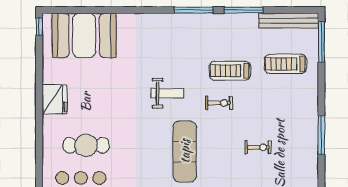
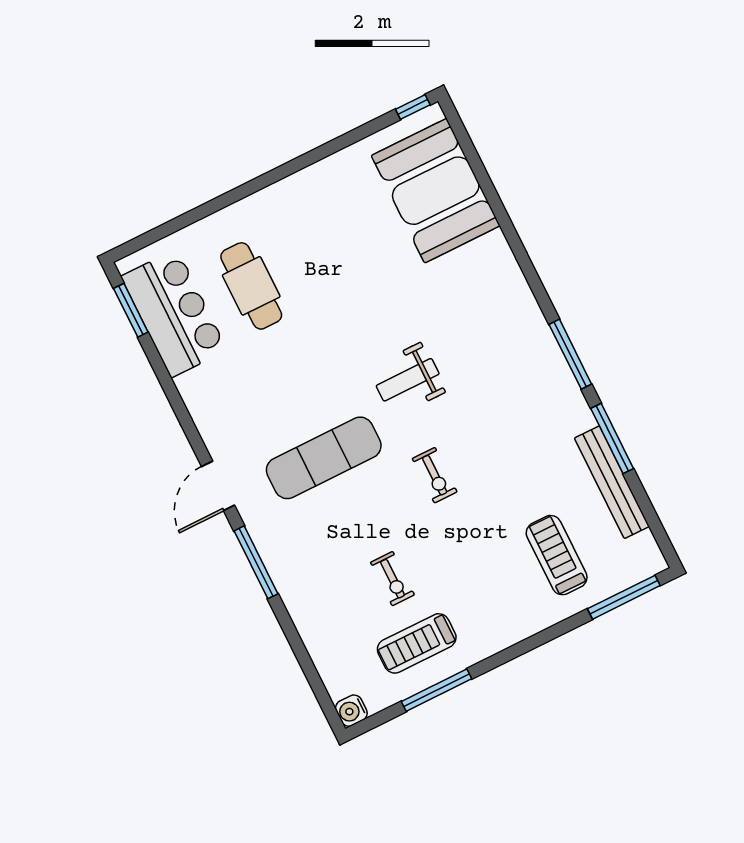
bench: (289, 21) -> (612, 482), moved
treadmill: (230, 71) -> (417, 643), moved, turned -90
weight bench: (167, 93) -> (408, 380), turned 90
fridge: (55, 99) -> (303, 194), removed
window: (321, 135) -> (436, 690), moved

